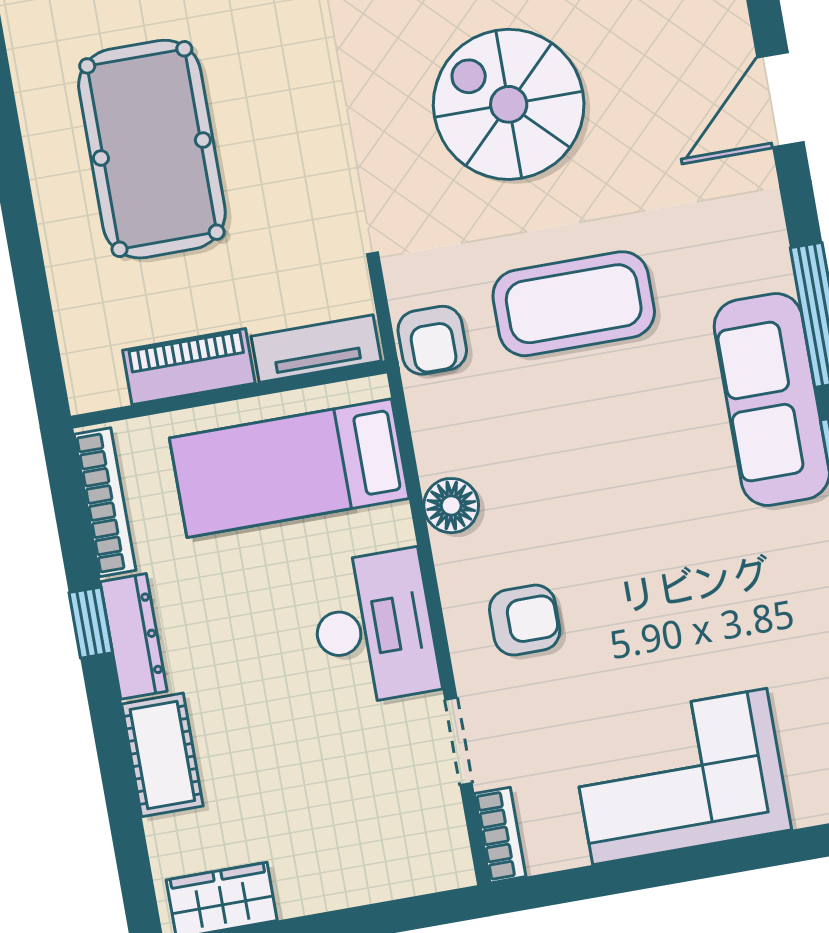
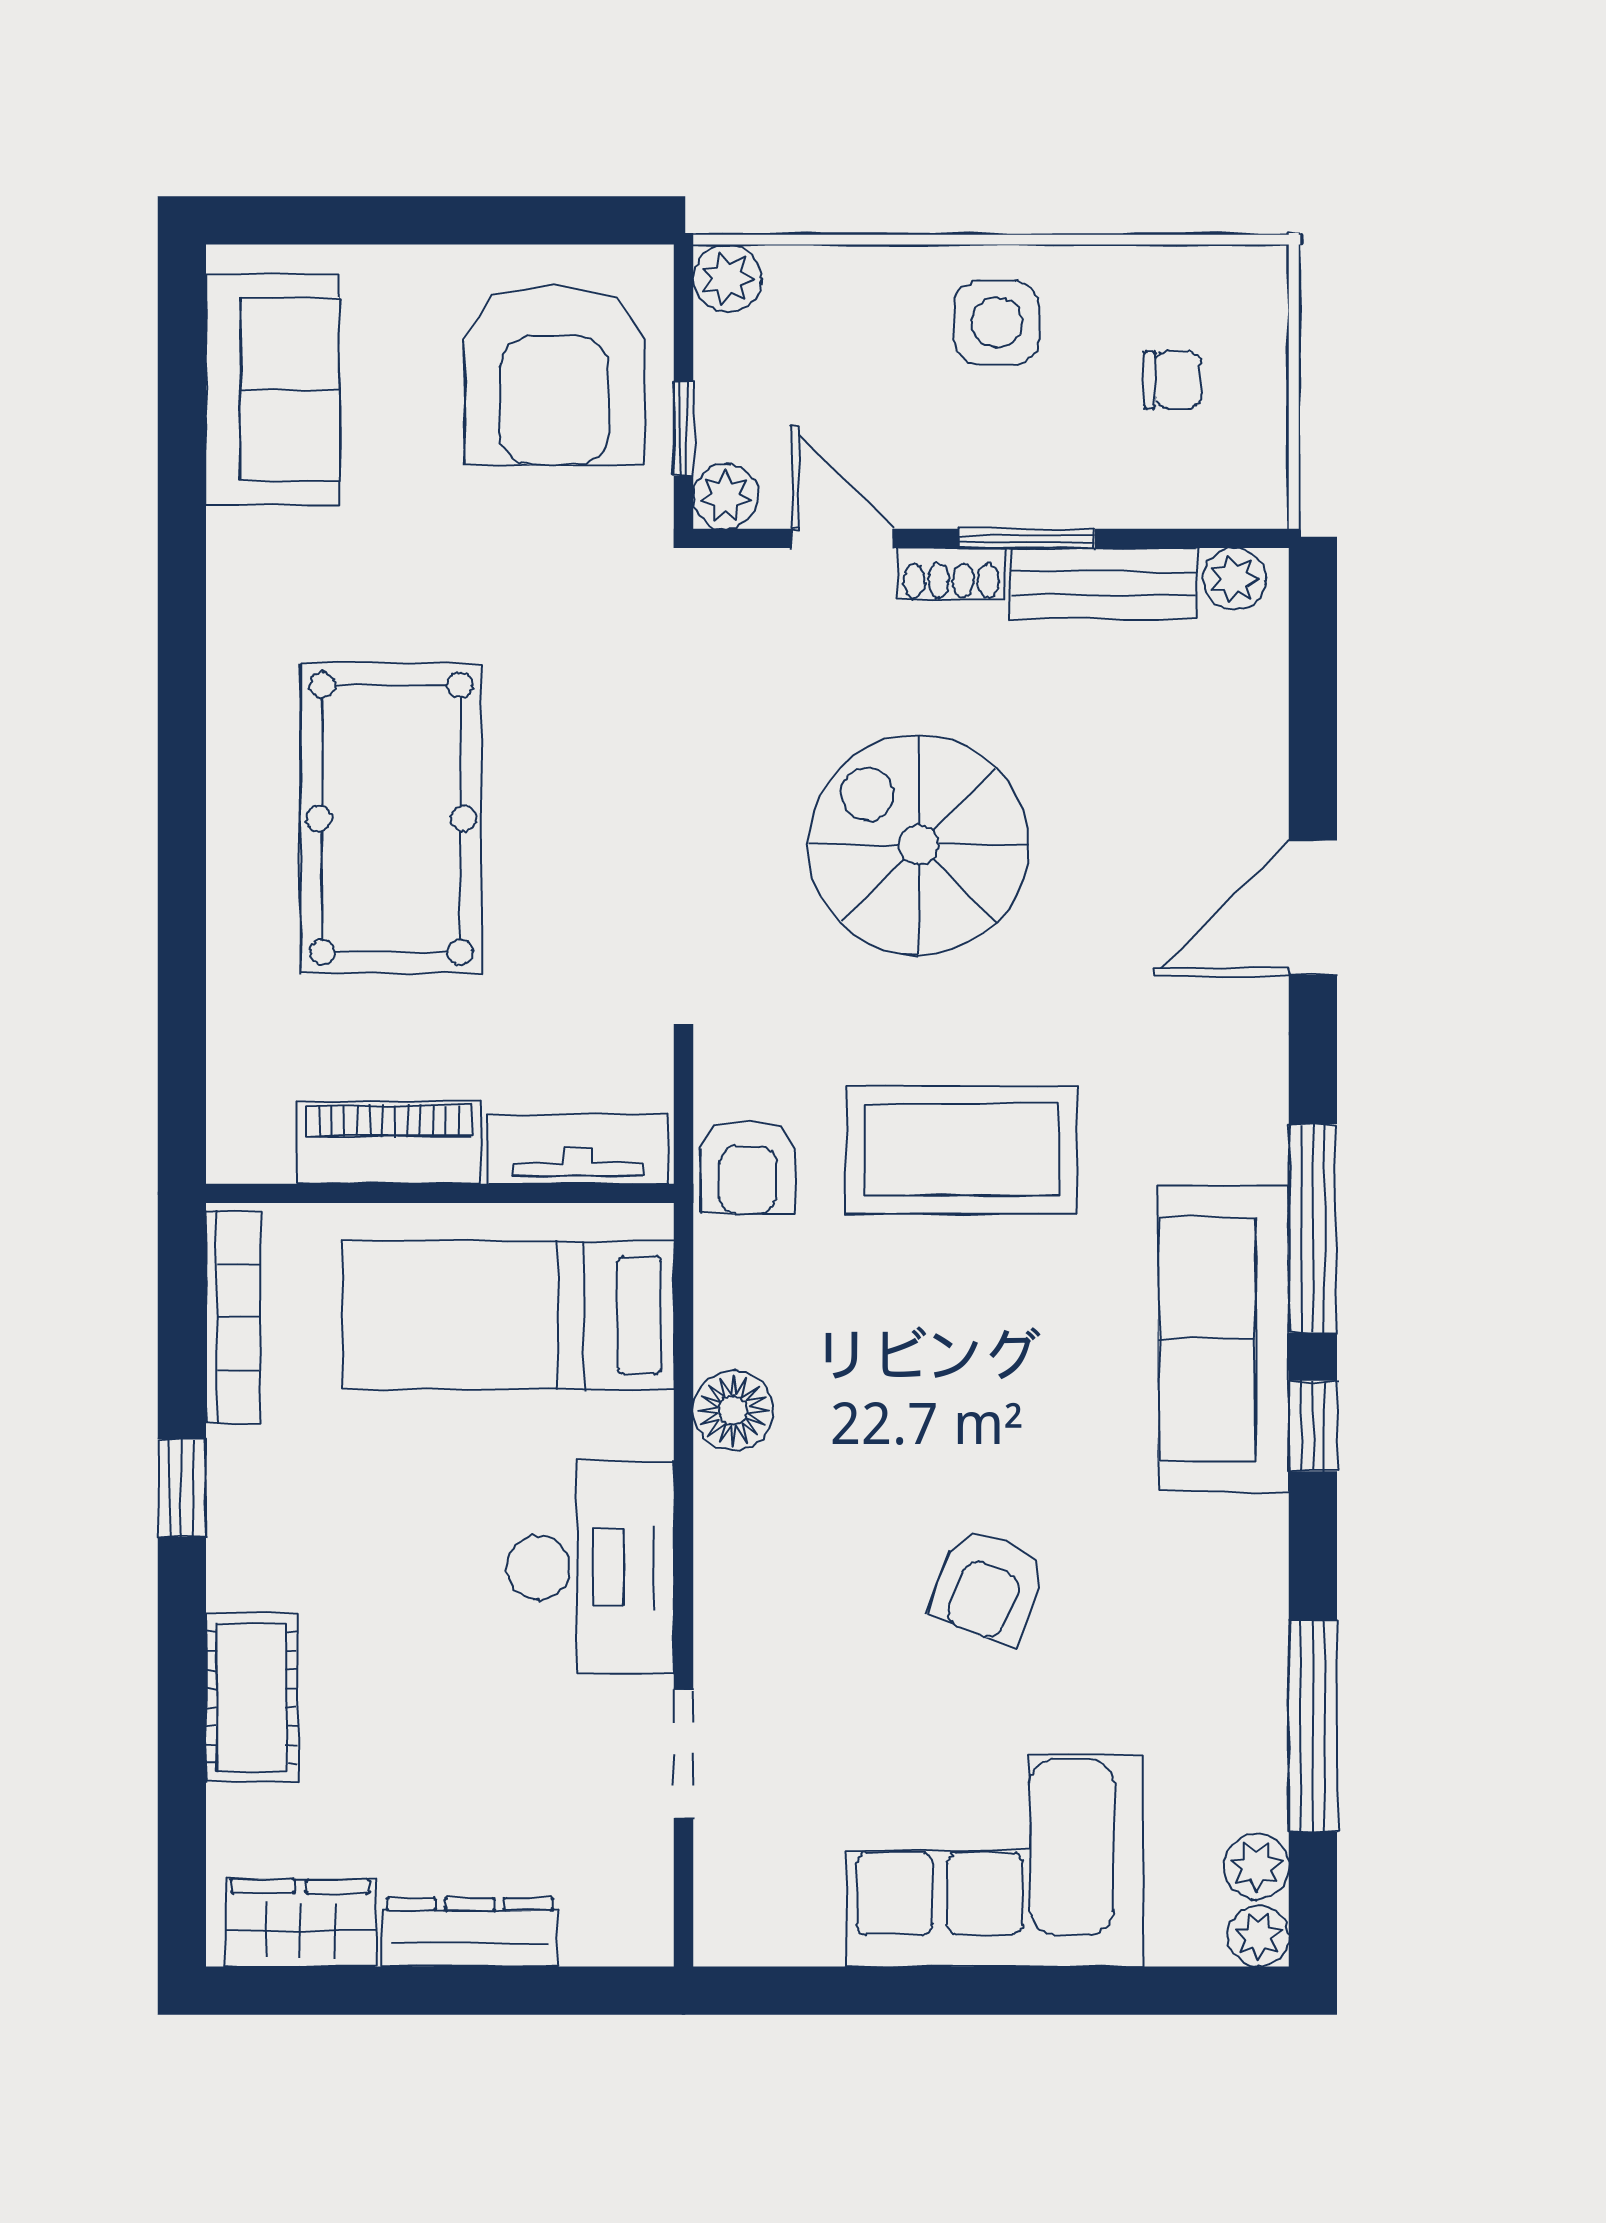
armchair: (525, 620) -> (988, 1587), moved, turned 112
dresser: (134, 636) -> (470, 1932), moved, turned -90
bookcase: (500, 835) -> (720, 1900), removed

